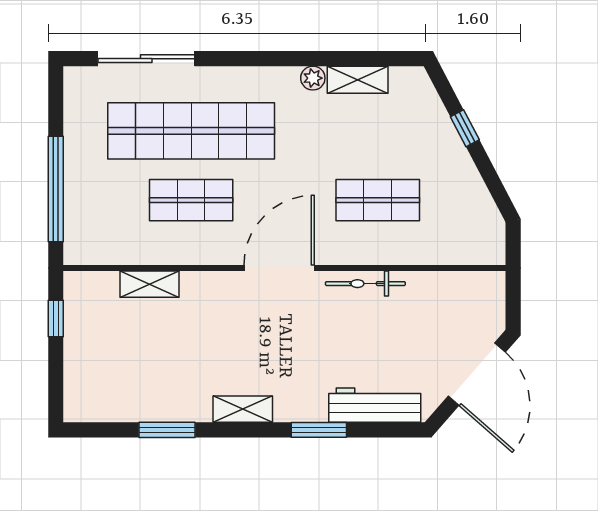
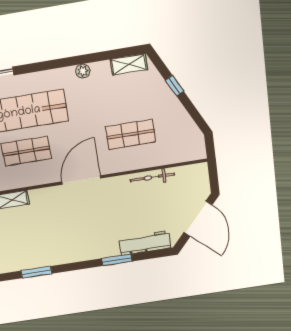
shelving: (358, 80) -> (129, 64), moved
bicycle: (365, 284) -> (152, 177), moved
shelving: (243, 409) -> (75, 256), removed

